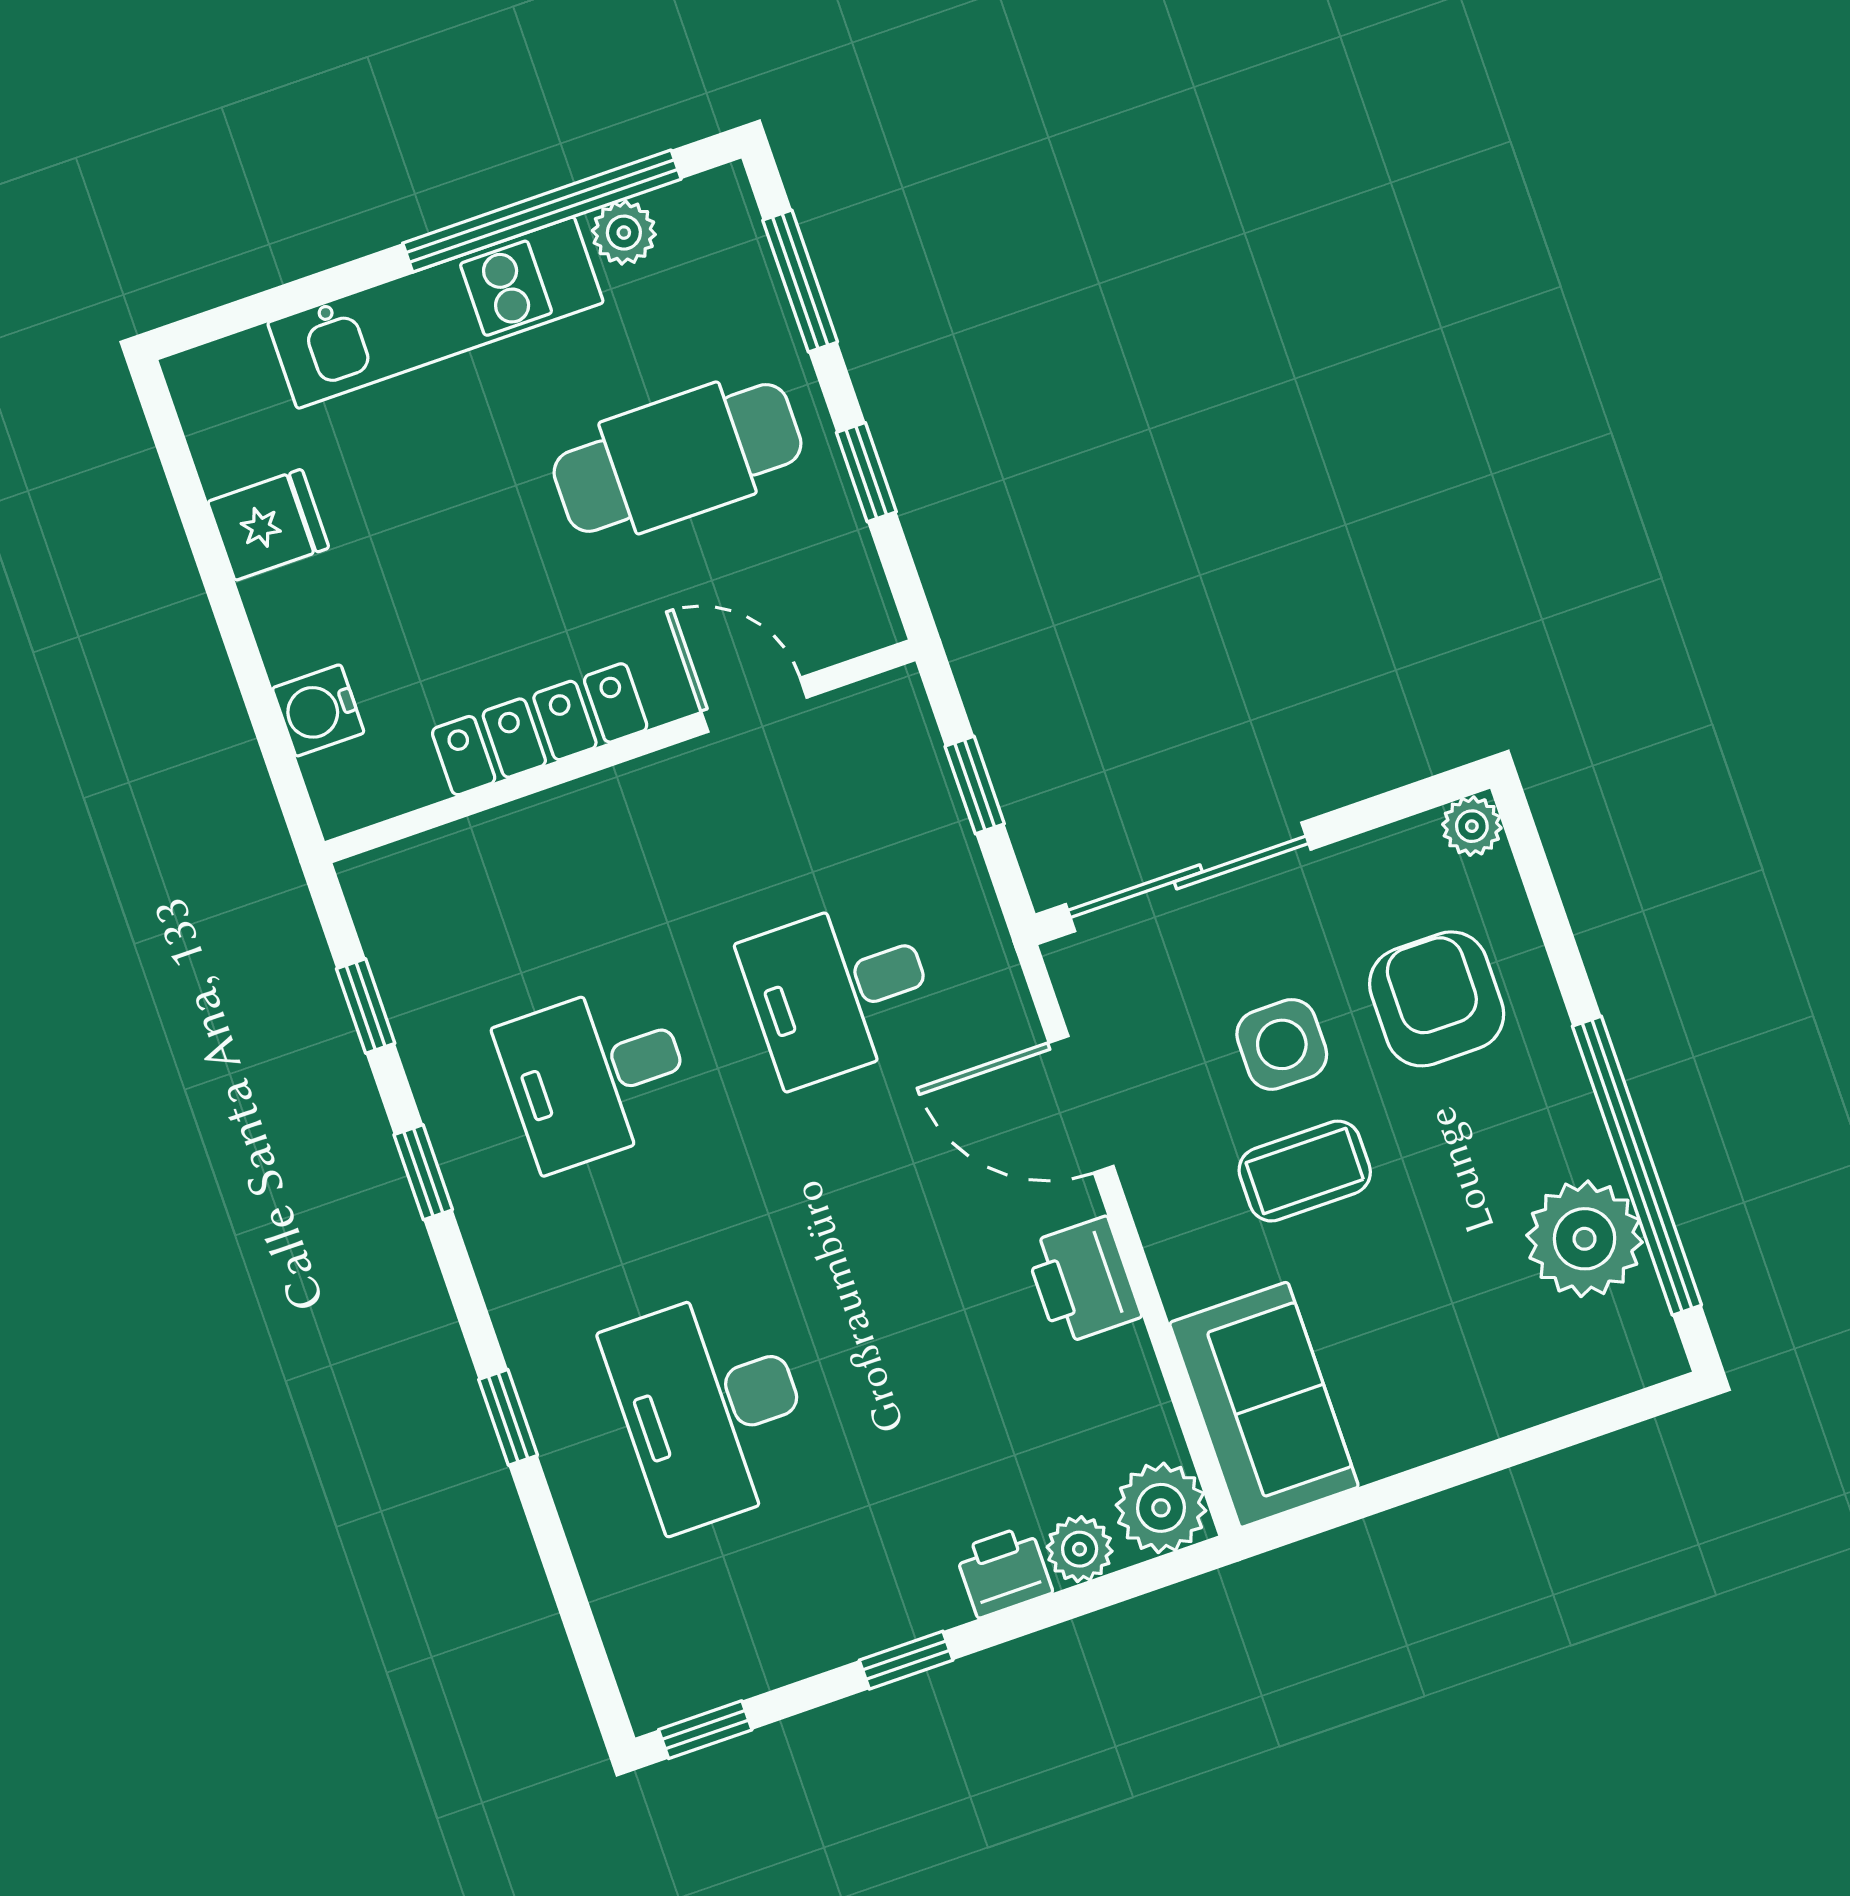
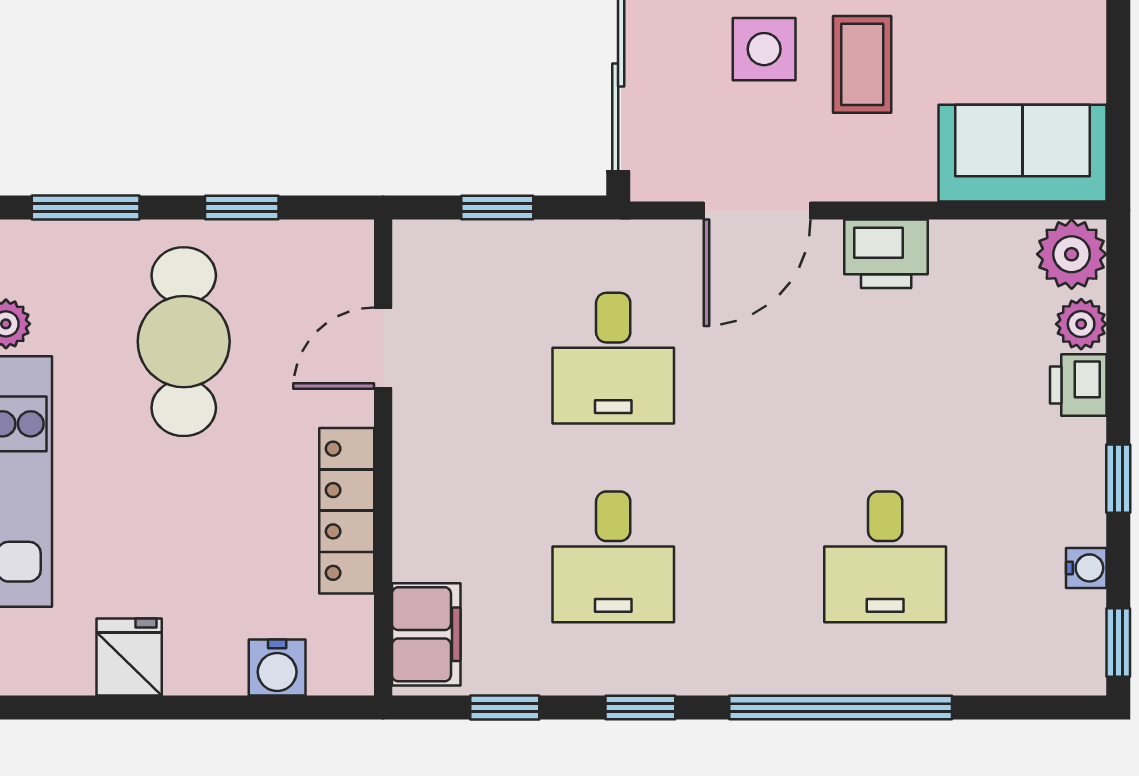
filing cabinet: (422, 879) -> (426, 634), added
desk: (711, 1408) -> (885, 557), width x0.73
window: (508, 1417) -> (841, 708), width x3.17
water cooler: (783, 1659) -> (1086, 568), added

